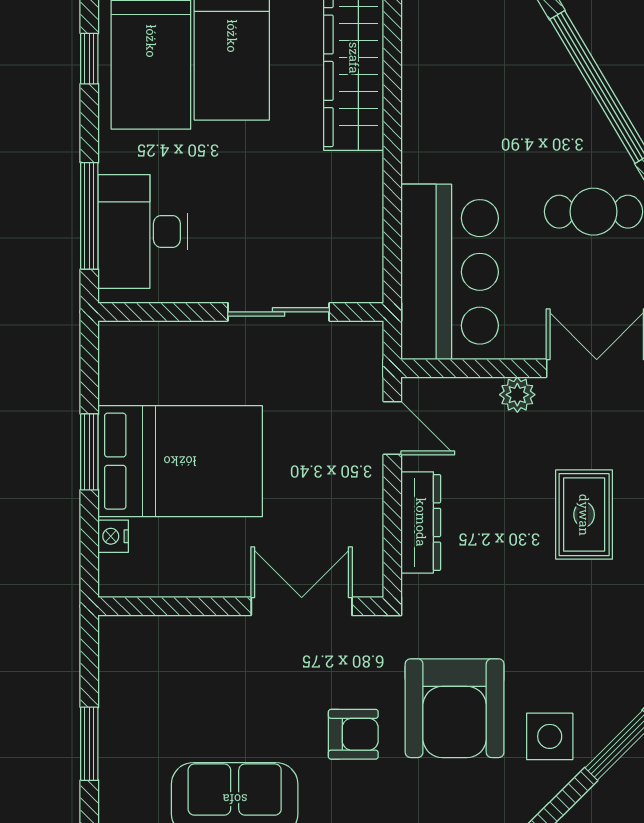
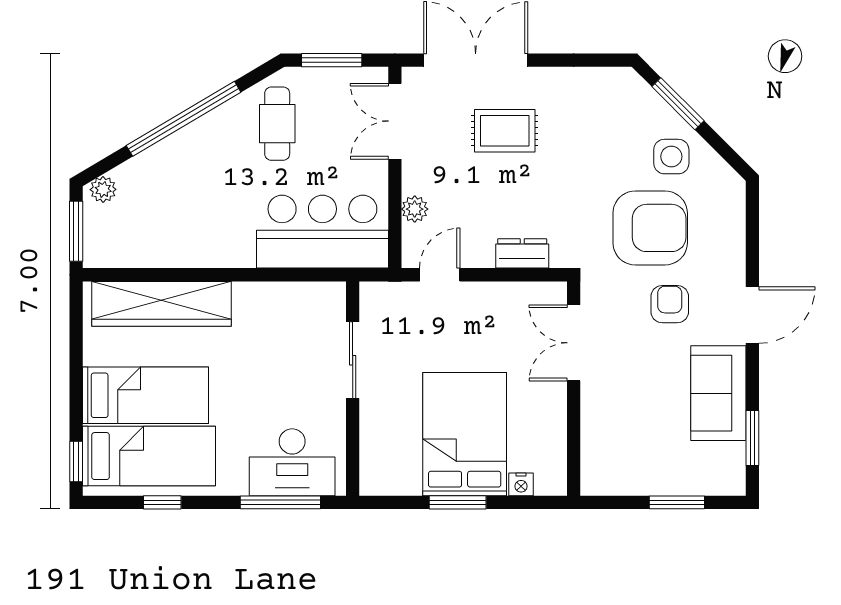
plant: (517, 395) -> (415, 209), moved
dresser: (421, 522) -> (522, 253), width x0.70

